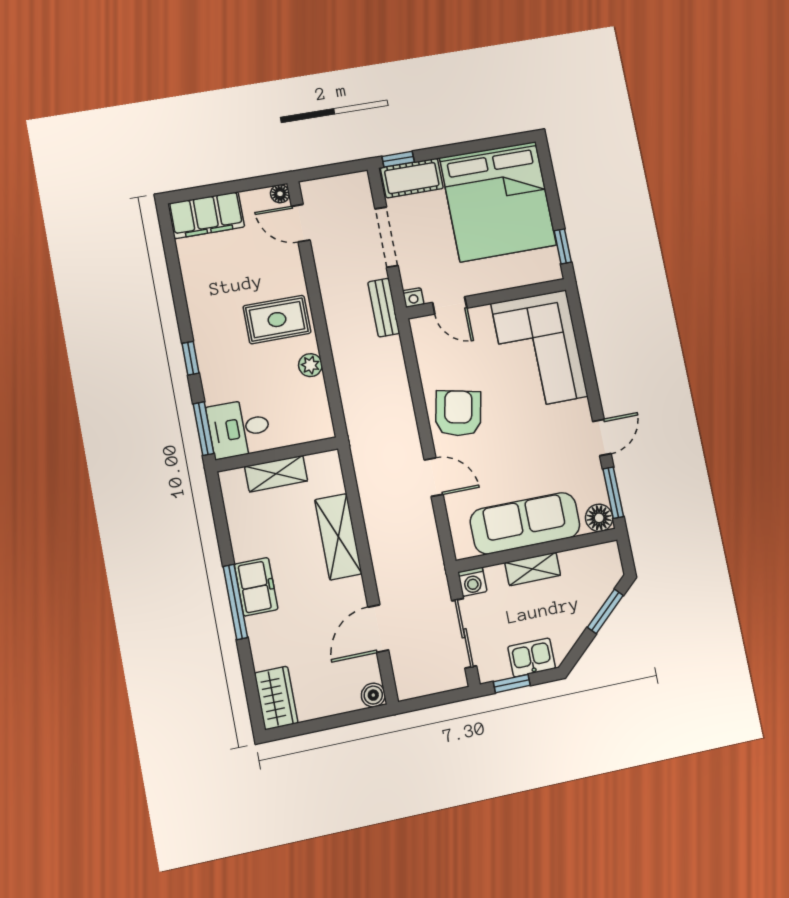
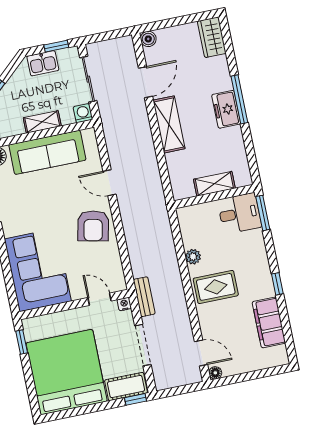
filing cabinet: (206, 215) -> (269, 322), moved, turned -90
window: (190, 358) -> (277, 284), moved
shelving: (338, 537) -> (169, 124), moved

